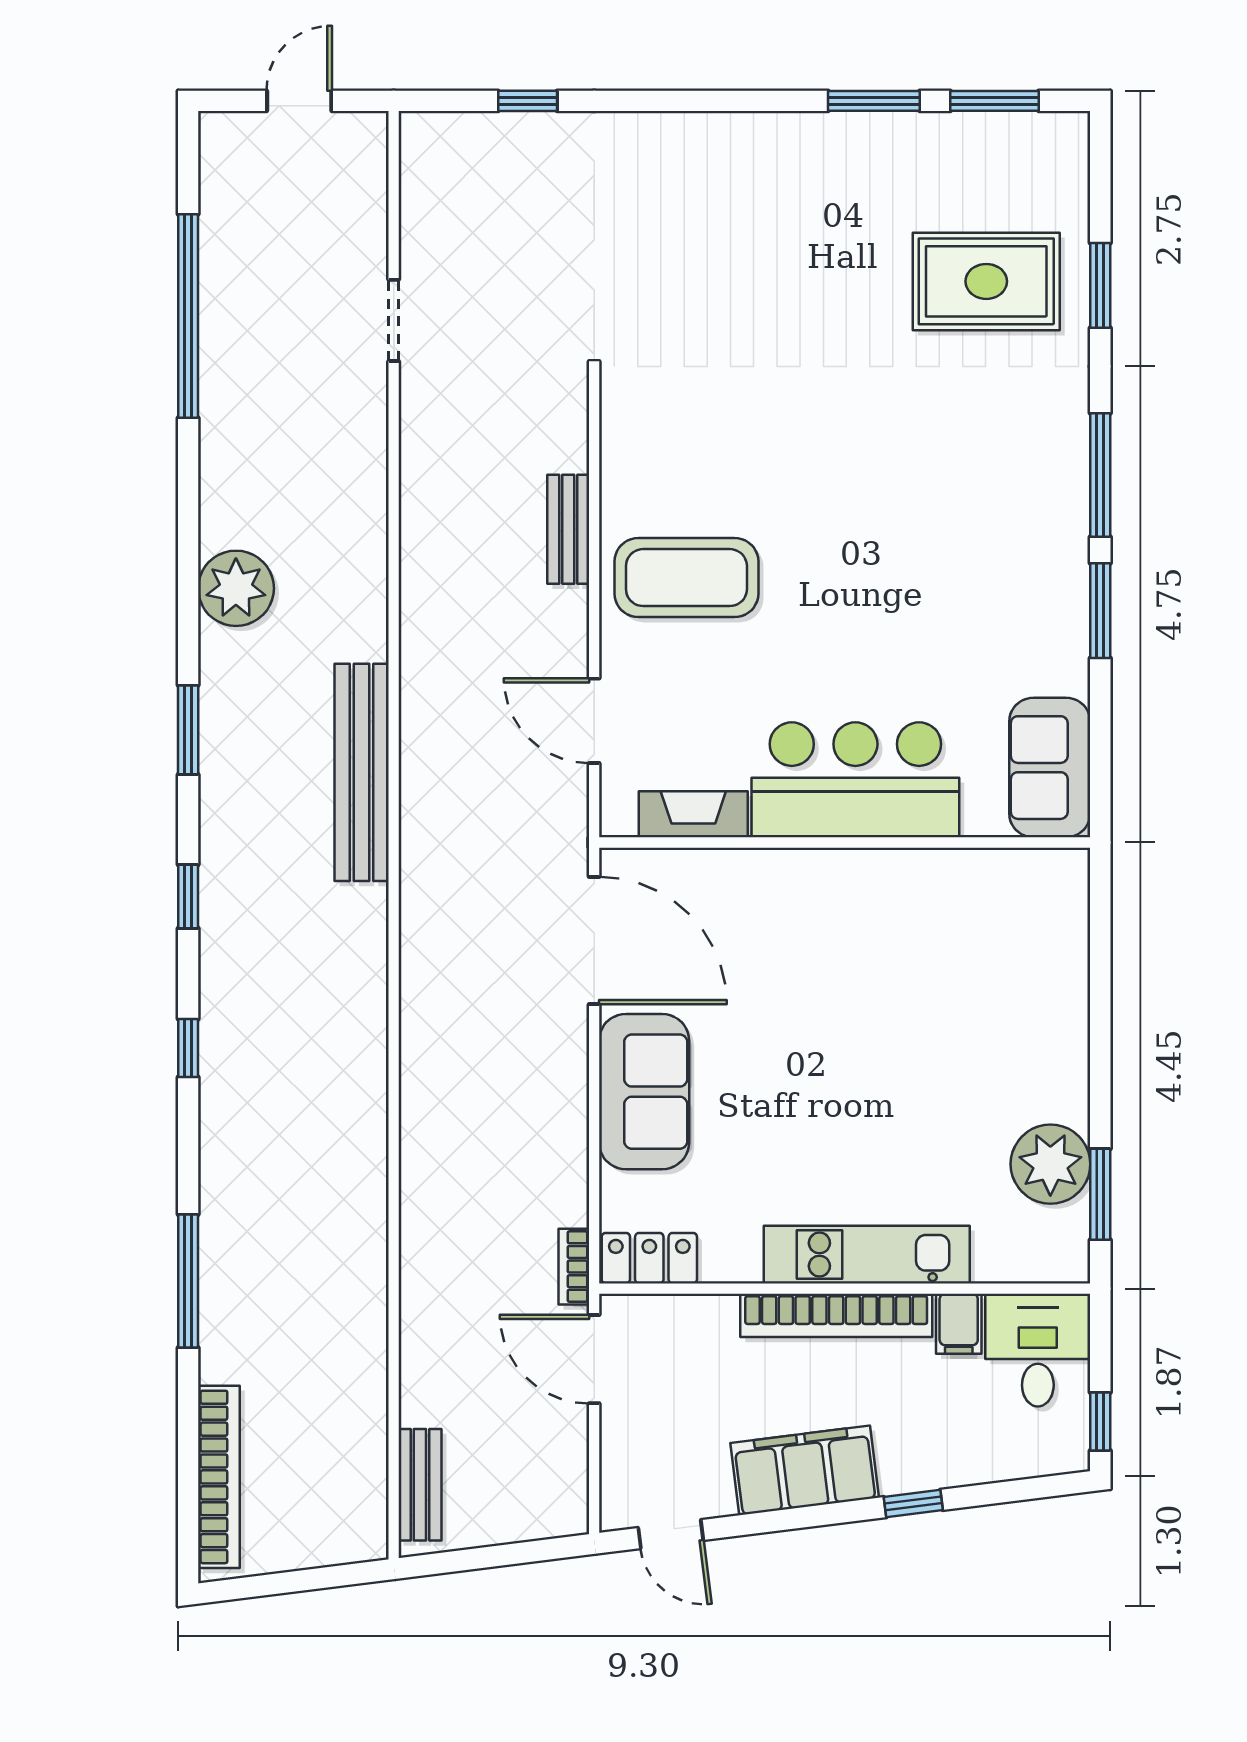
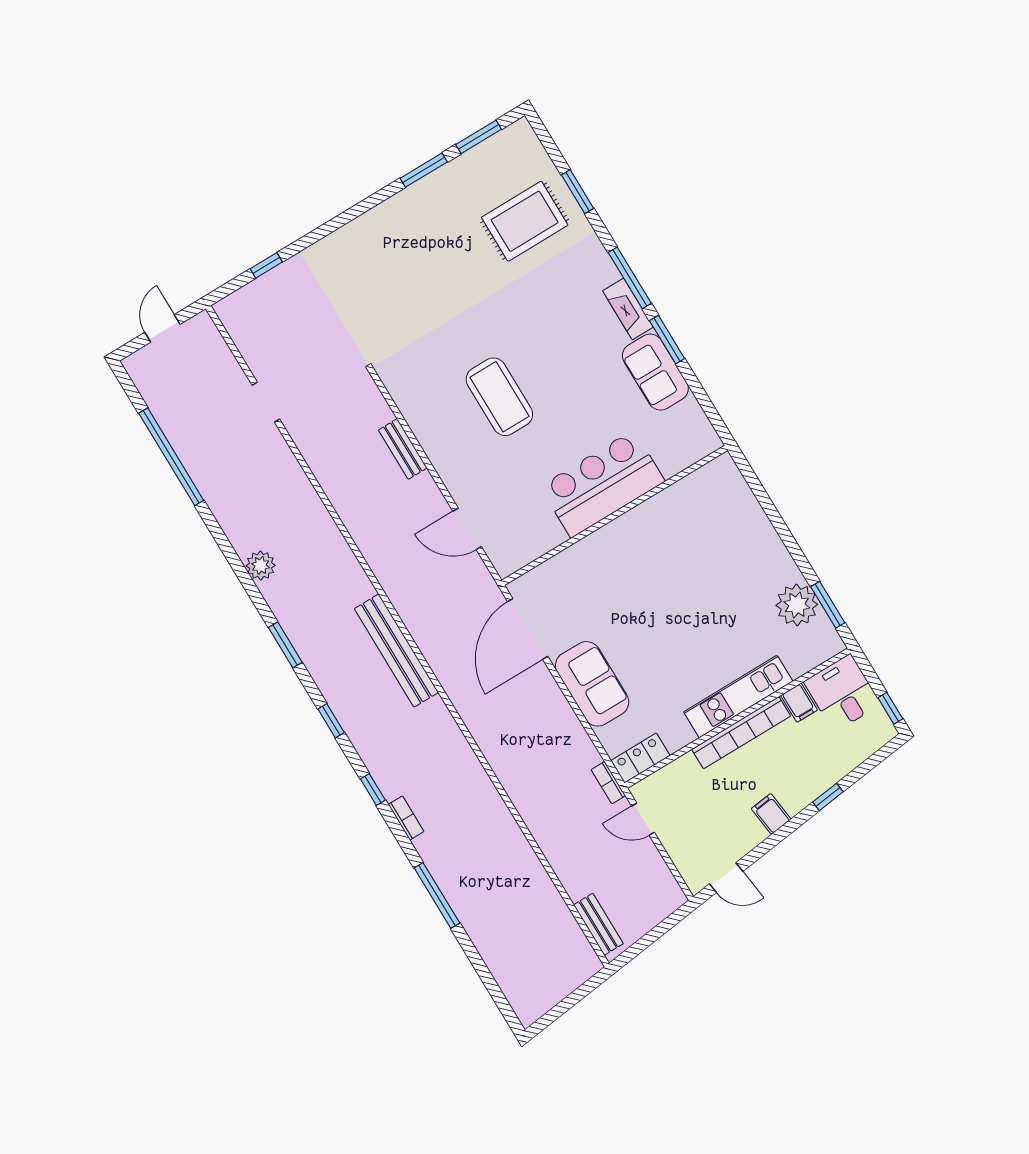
coffee table: (686, 578) -> (499, 397), moved, turned 90
plant: (236, 588) -> (261, 566), width x0.73, depth x0.73
sofa: (1050, 768) -> (655, 372), moved
bench: (362, 772) -> (396, 651), moved
fireplace: (693, 814) -> (628, 309), moved, turned -90
door: (594, 941) -> (528, 629), swing flipped
door: (594, 1359) -> (643, 819), width x0.73
filing cabinet: (805, 1470) -> (771, 814), width x0.33, depth x0.86
bookcase: (219, 1477) -> (406, 818), moved, width x0.43, depth x0.76

